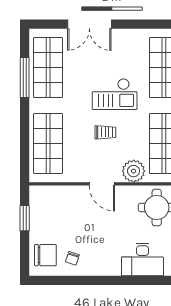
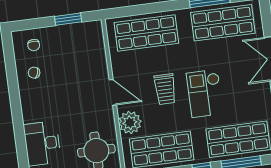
trolley: (105, 132) -> (165, 89), width x1.36, depth x1.39
door: (102, 184) -> (113, 92), swing flipped
chair: (45, 255) -> (34, 45), width x0.54, depth x0.54

